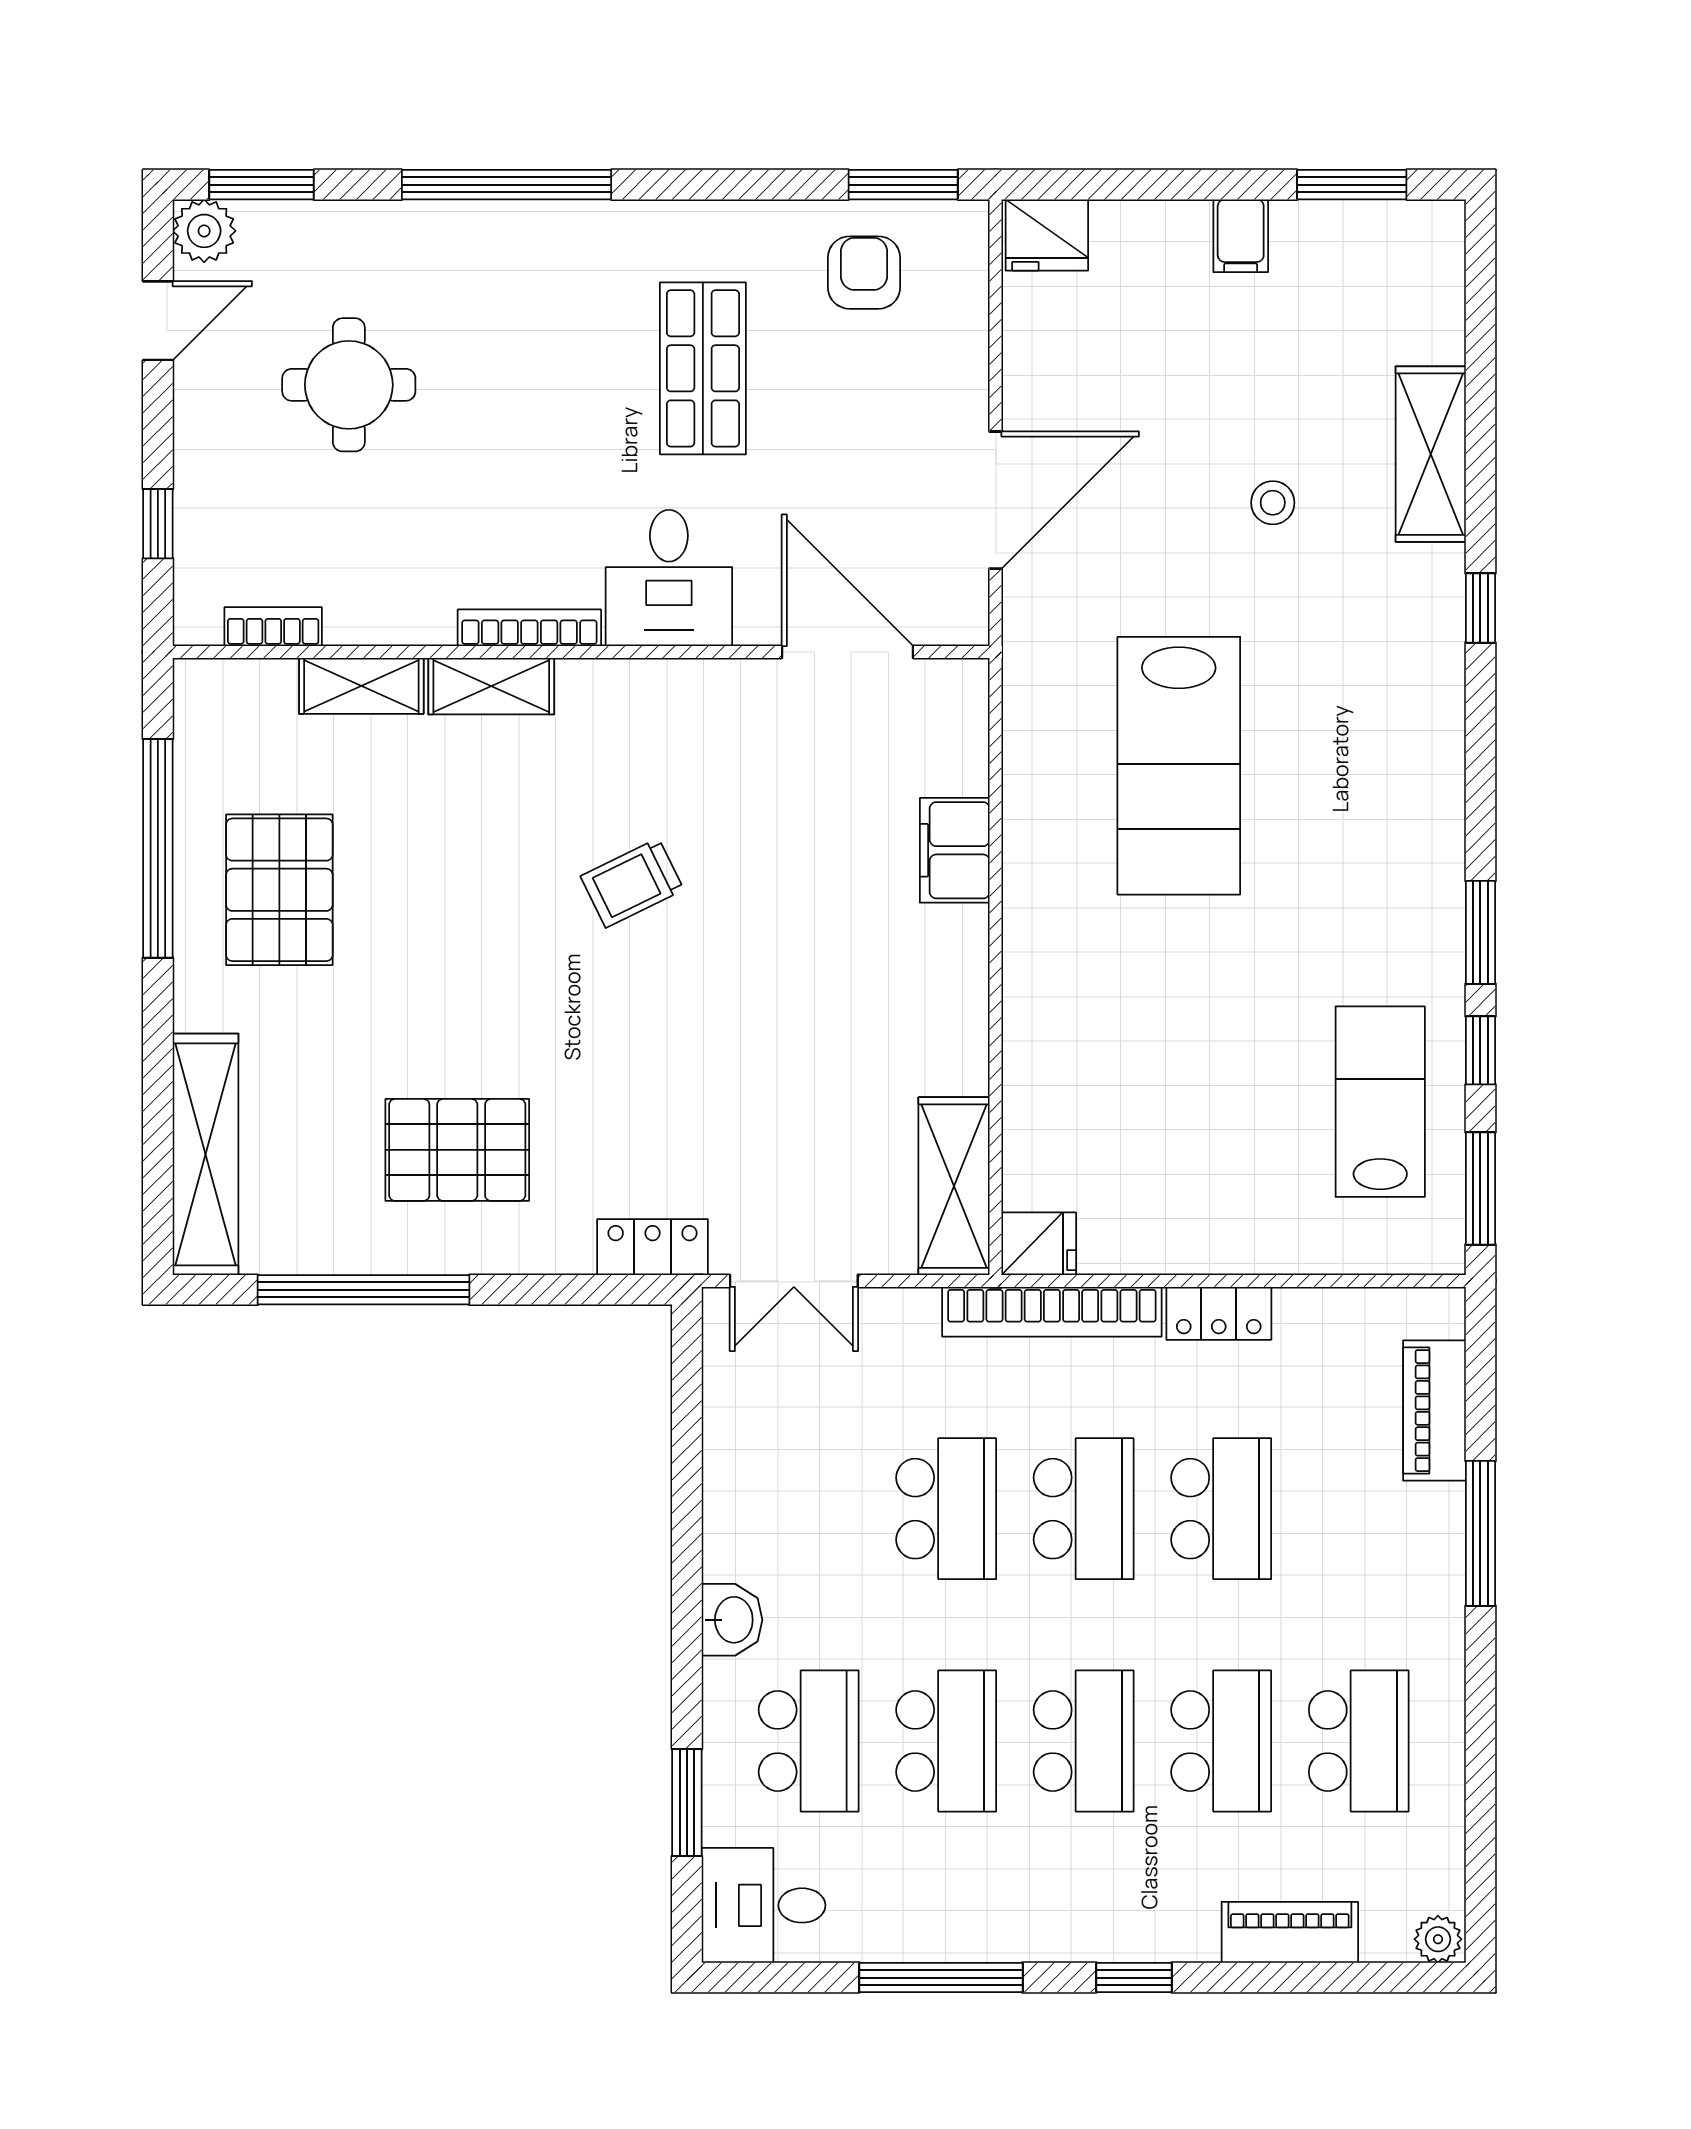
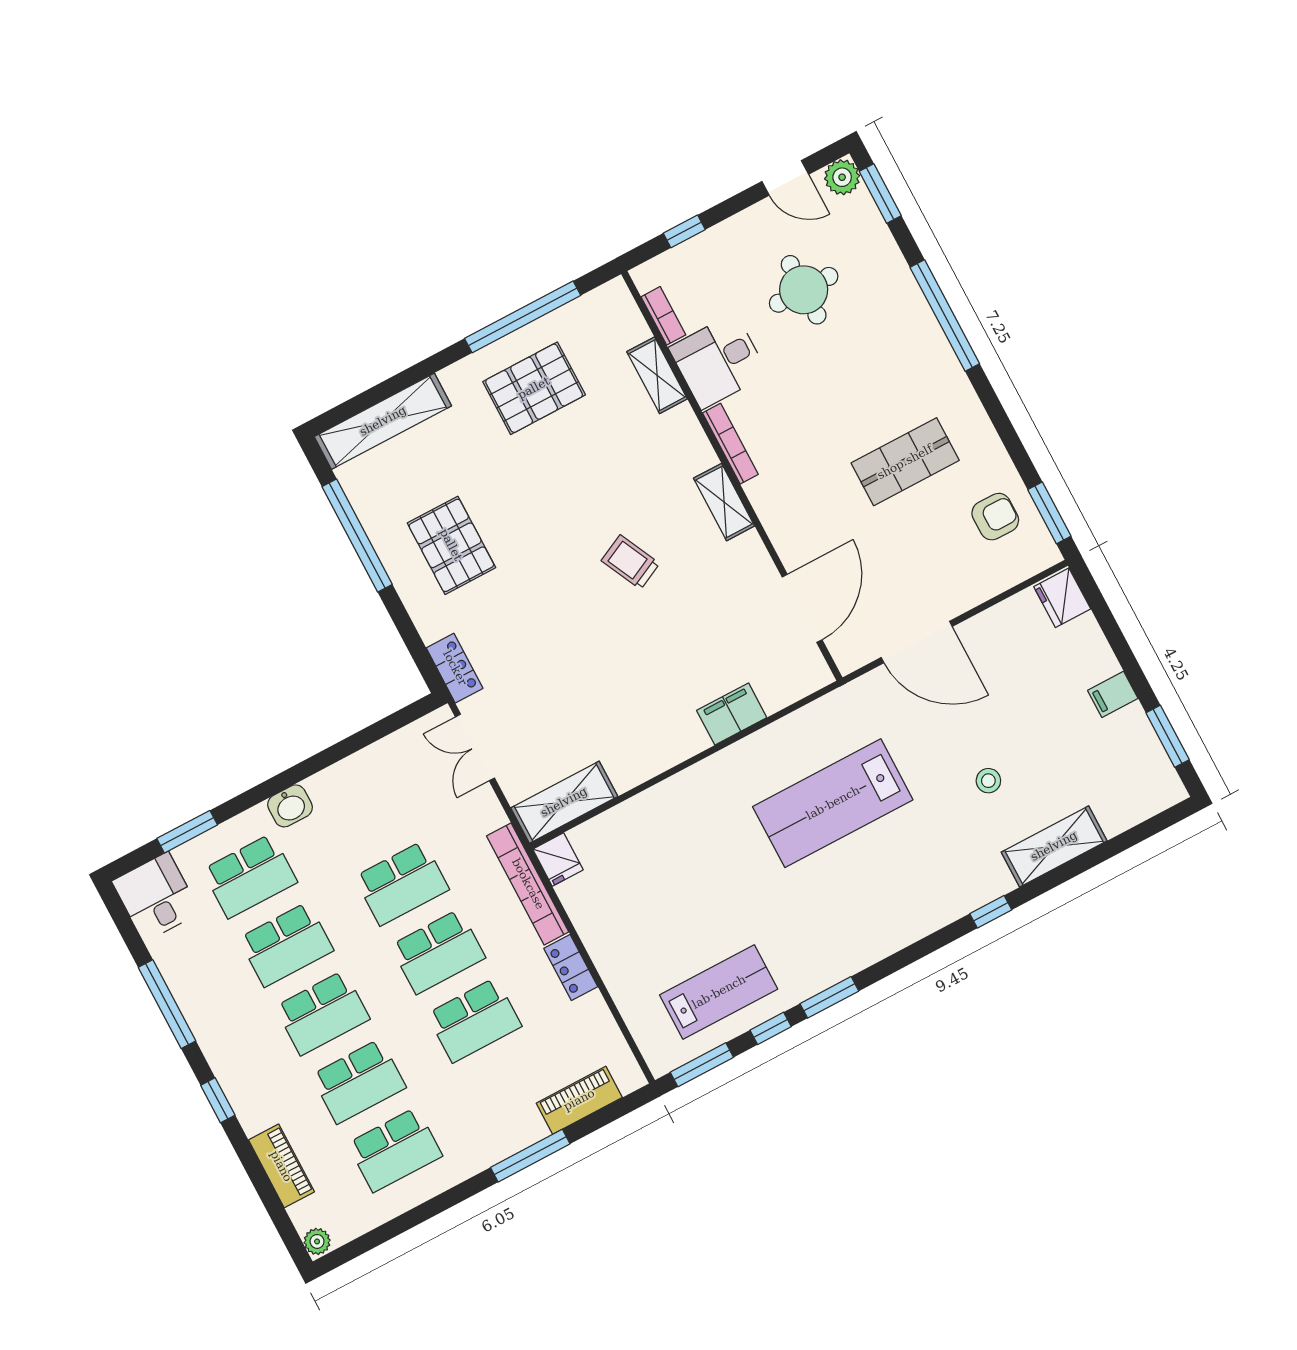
desk: (669, 578) -> (718, 361), moved
shelving: (491, 686) -> (724, 502), moved

